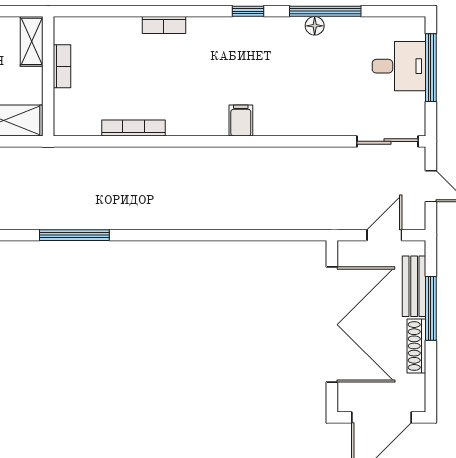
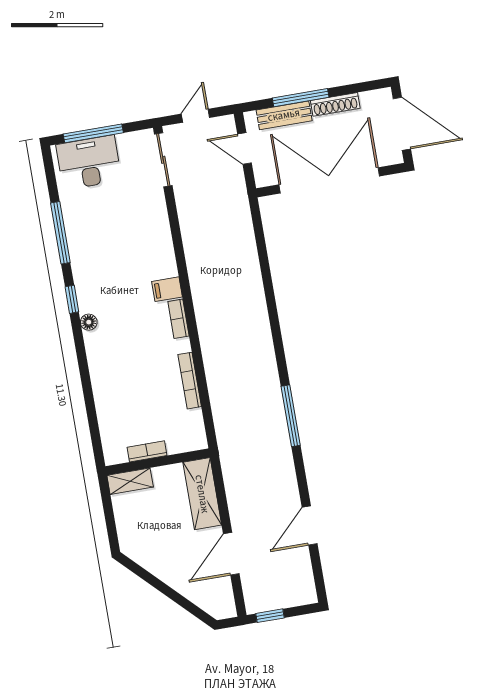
bookcase: (164, 25) -> (178, 319), moved, turned 180
floor lamp: (315, 26) -> (89, 322), moved
desk: (399, 66) -> (89, 162), width x1.37

